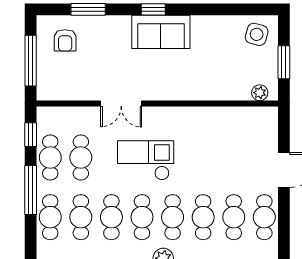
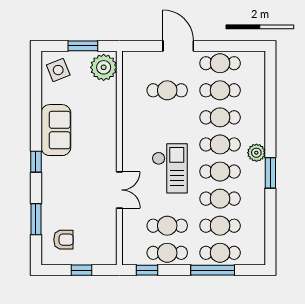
sofa: (161, 32) -> (56, 130), moved
side table: (257, 34) -> (58, 70), turned -37
window: (31, 61) -> (81, 270), width x0.46
plant: (260, 93) -> (104, 67), width x1.87, depth x1.87
cafe table: (234, 158) -> (167, 90), added
checkout: (146, 160) -> (170, 168), turned 180
window: (31, 190) -> (213, 270), moved

